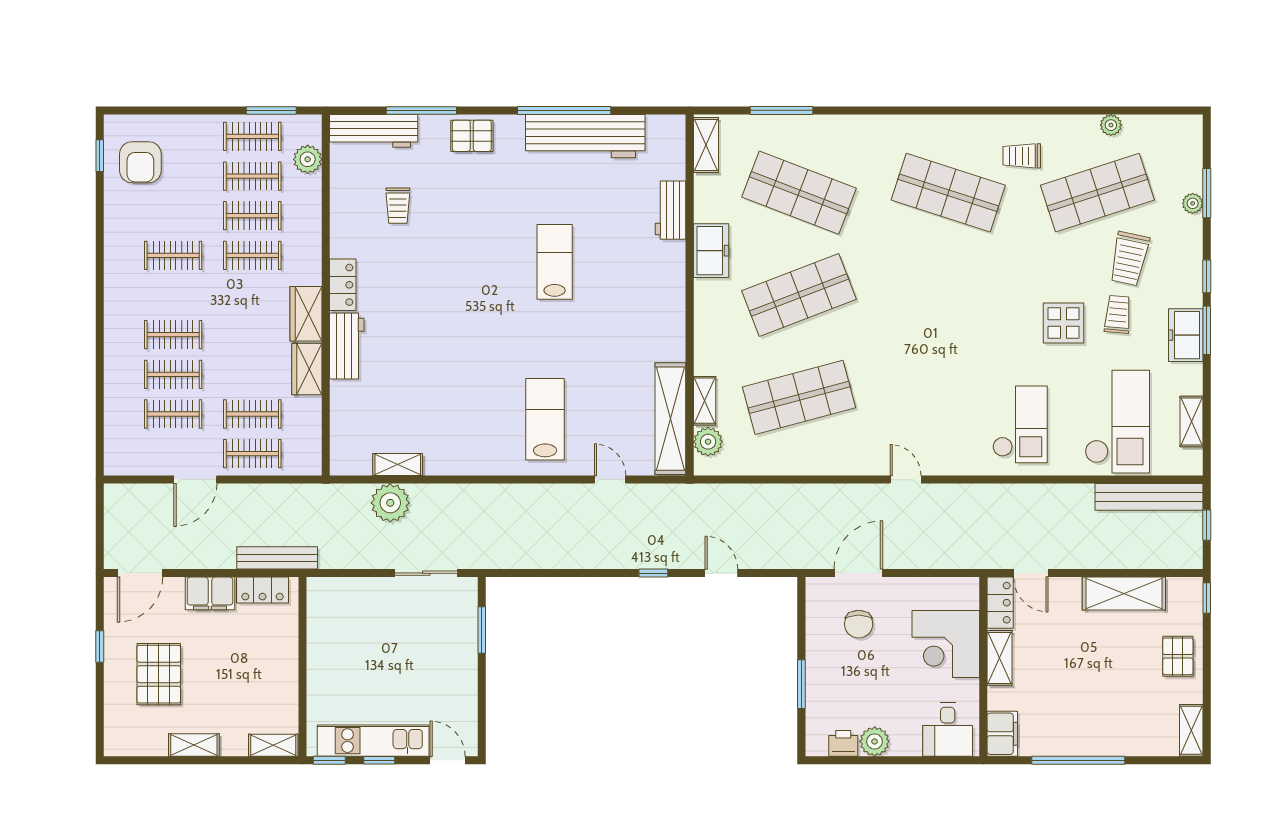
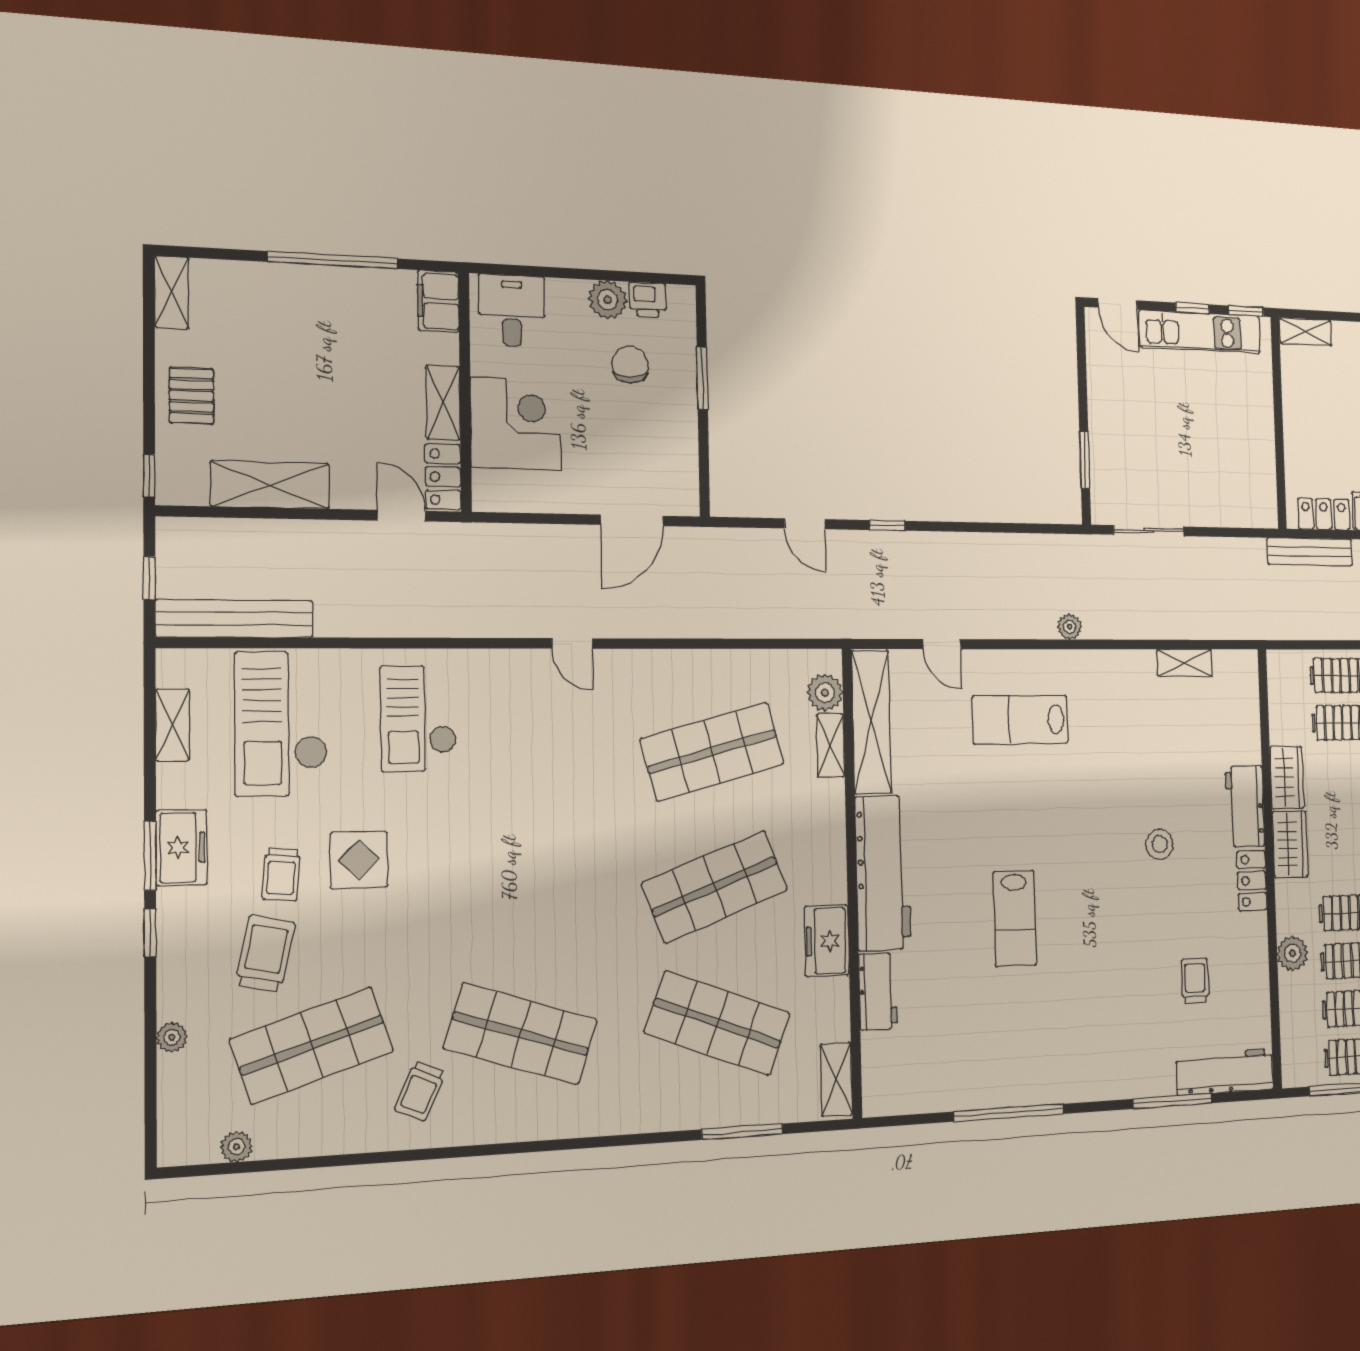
plant: (1111, 125) -> (236, 1147), moved
pallet: (472, 136) -> (1115, 1073), removed
workbench: (585, 136) -> (883, 873), moved, turned 90
trolley: (1022, 156) -> (420, 1091), turned 114
plant: (308, 159) -> (1292, 953), moved
window: (1207, 193) -> (150, 1053), removed
stool: (426, 317) -> (1160, 844), added
lab bench: (545, 419) -> (1020, 720), turned 90
plant: (390, 503) -> (1070, 627), moved, width x0.53, depth x0.53
chair: (859, 624) -> (630, 365), moved

